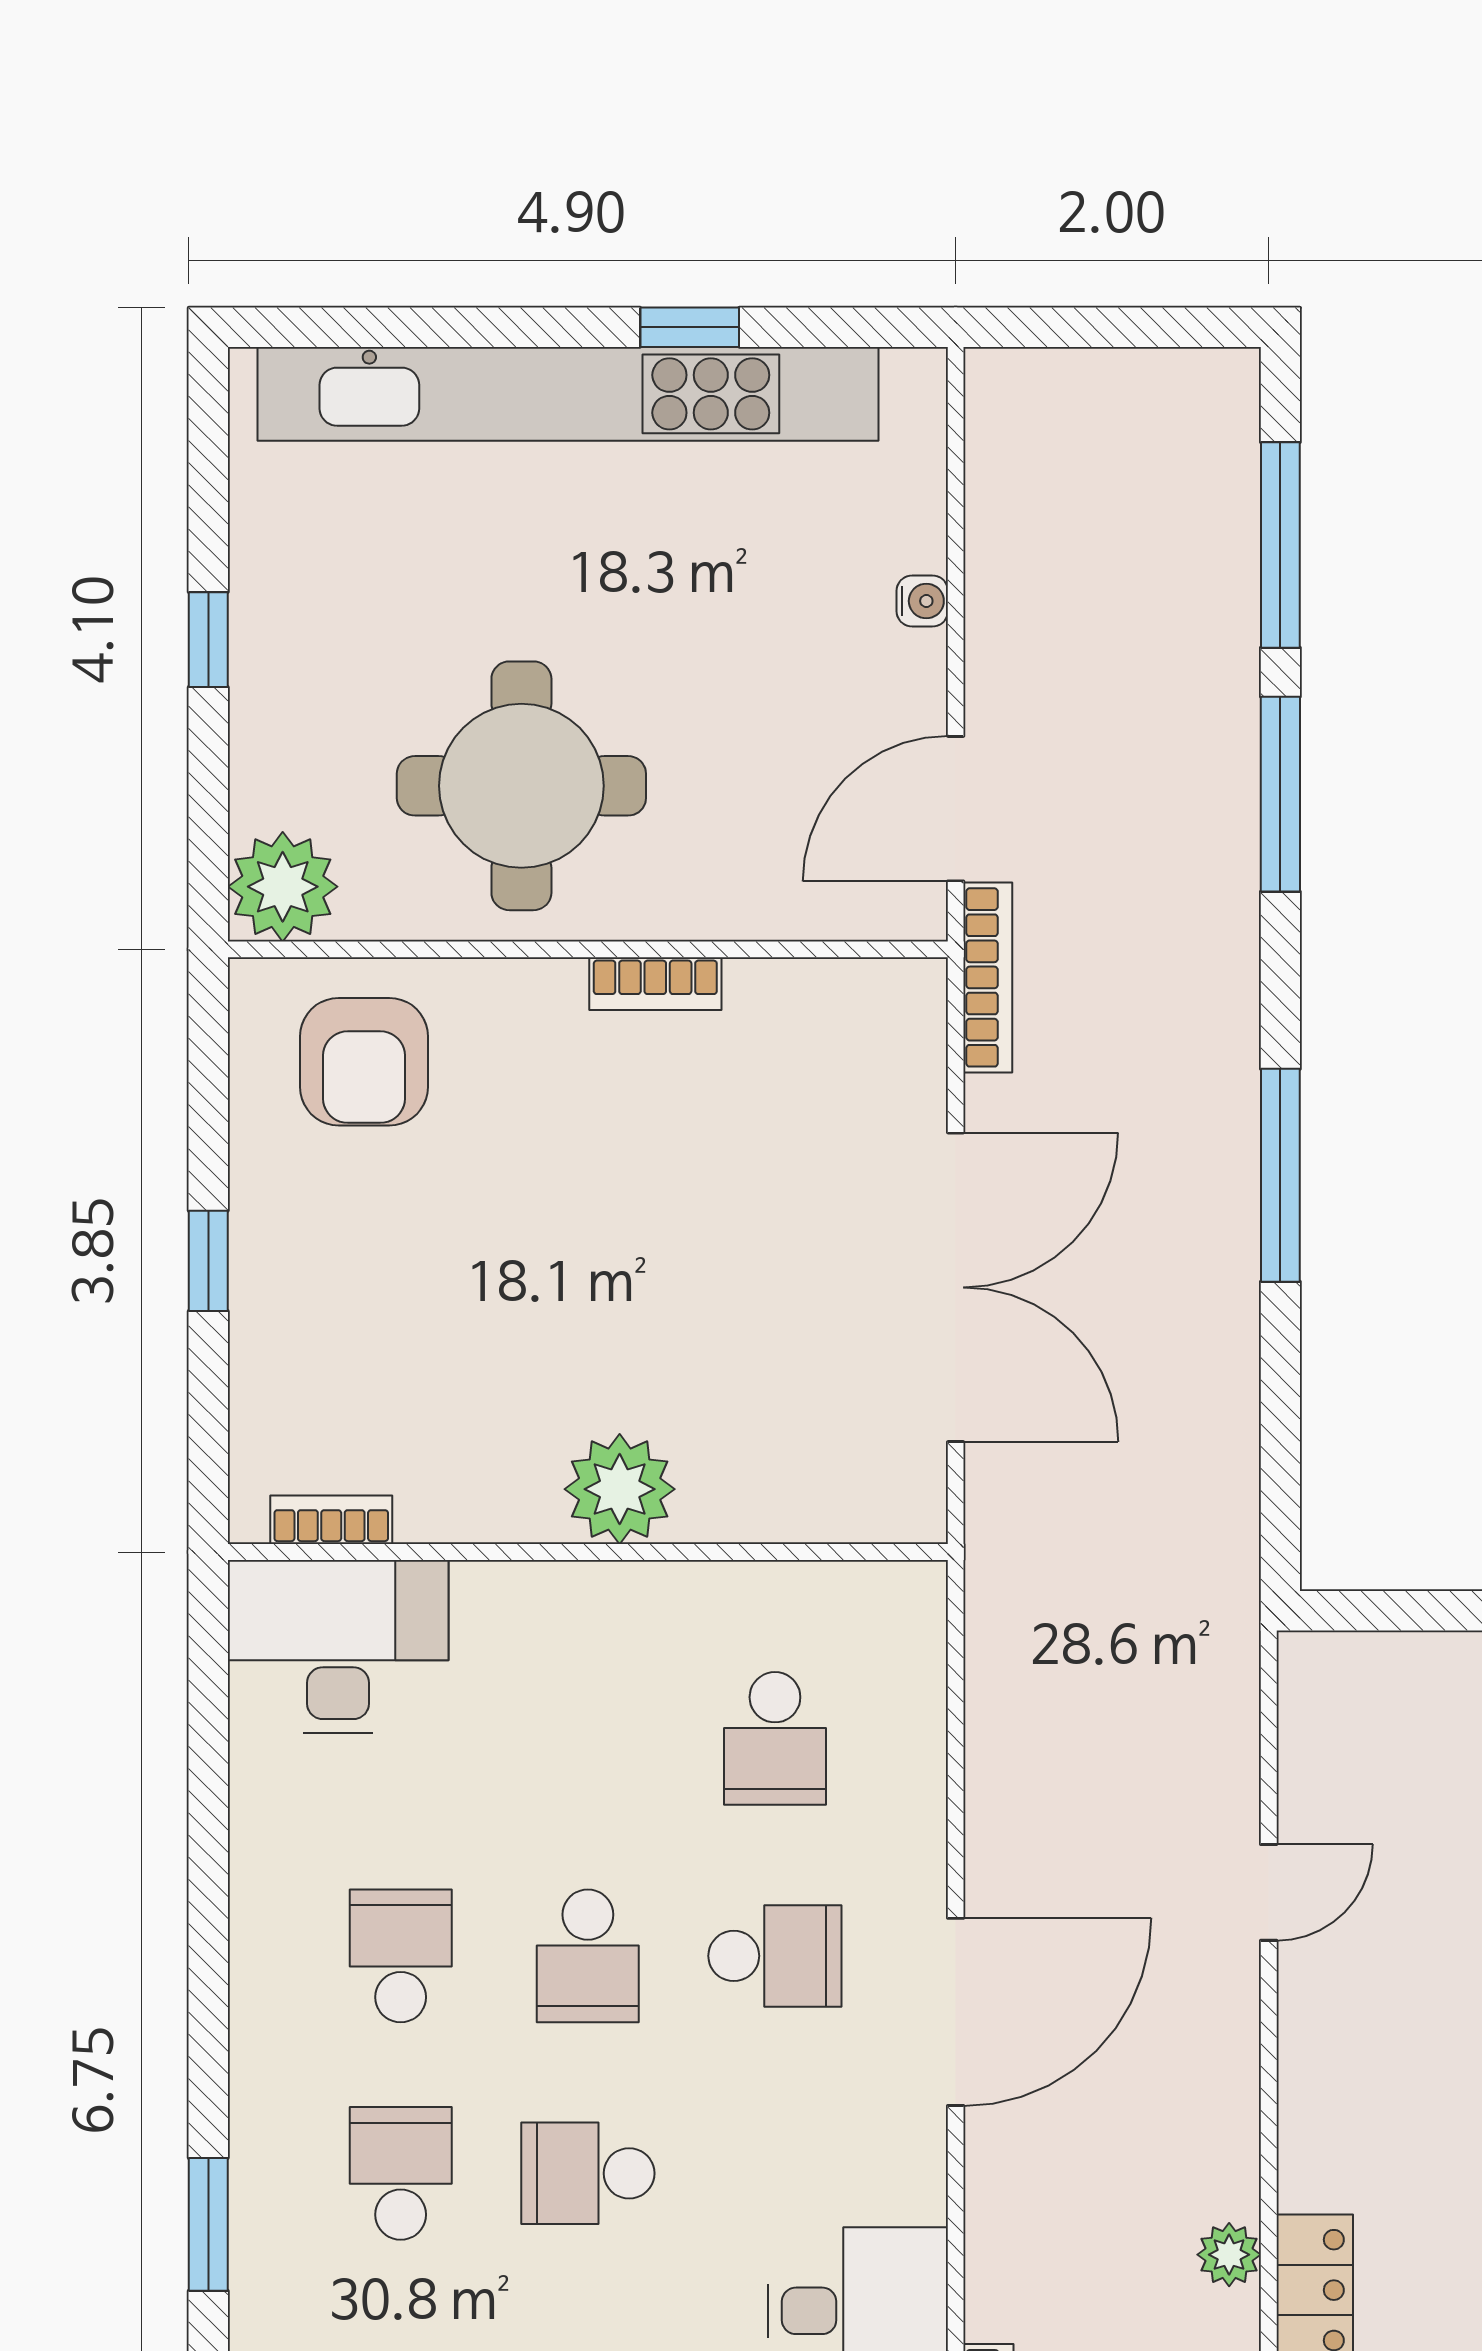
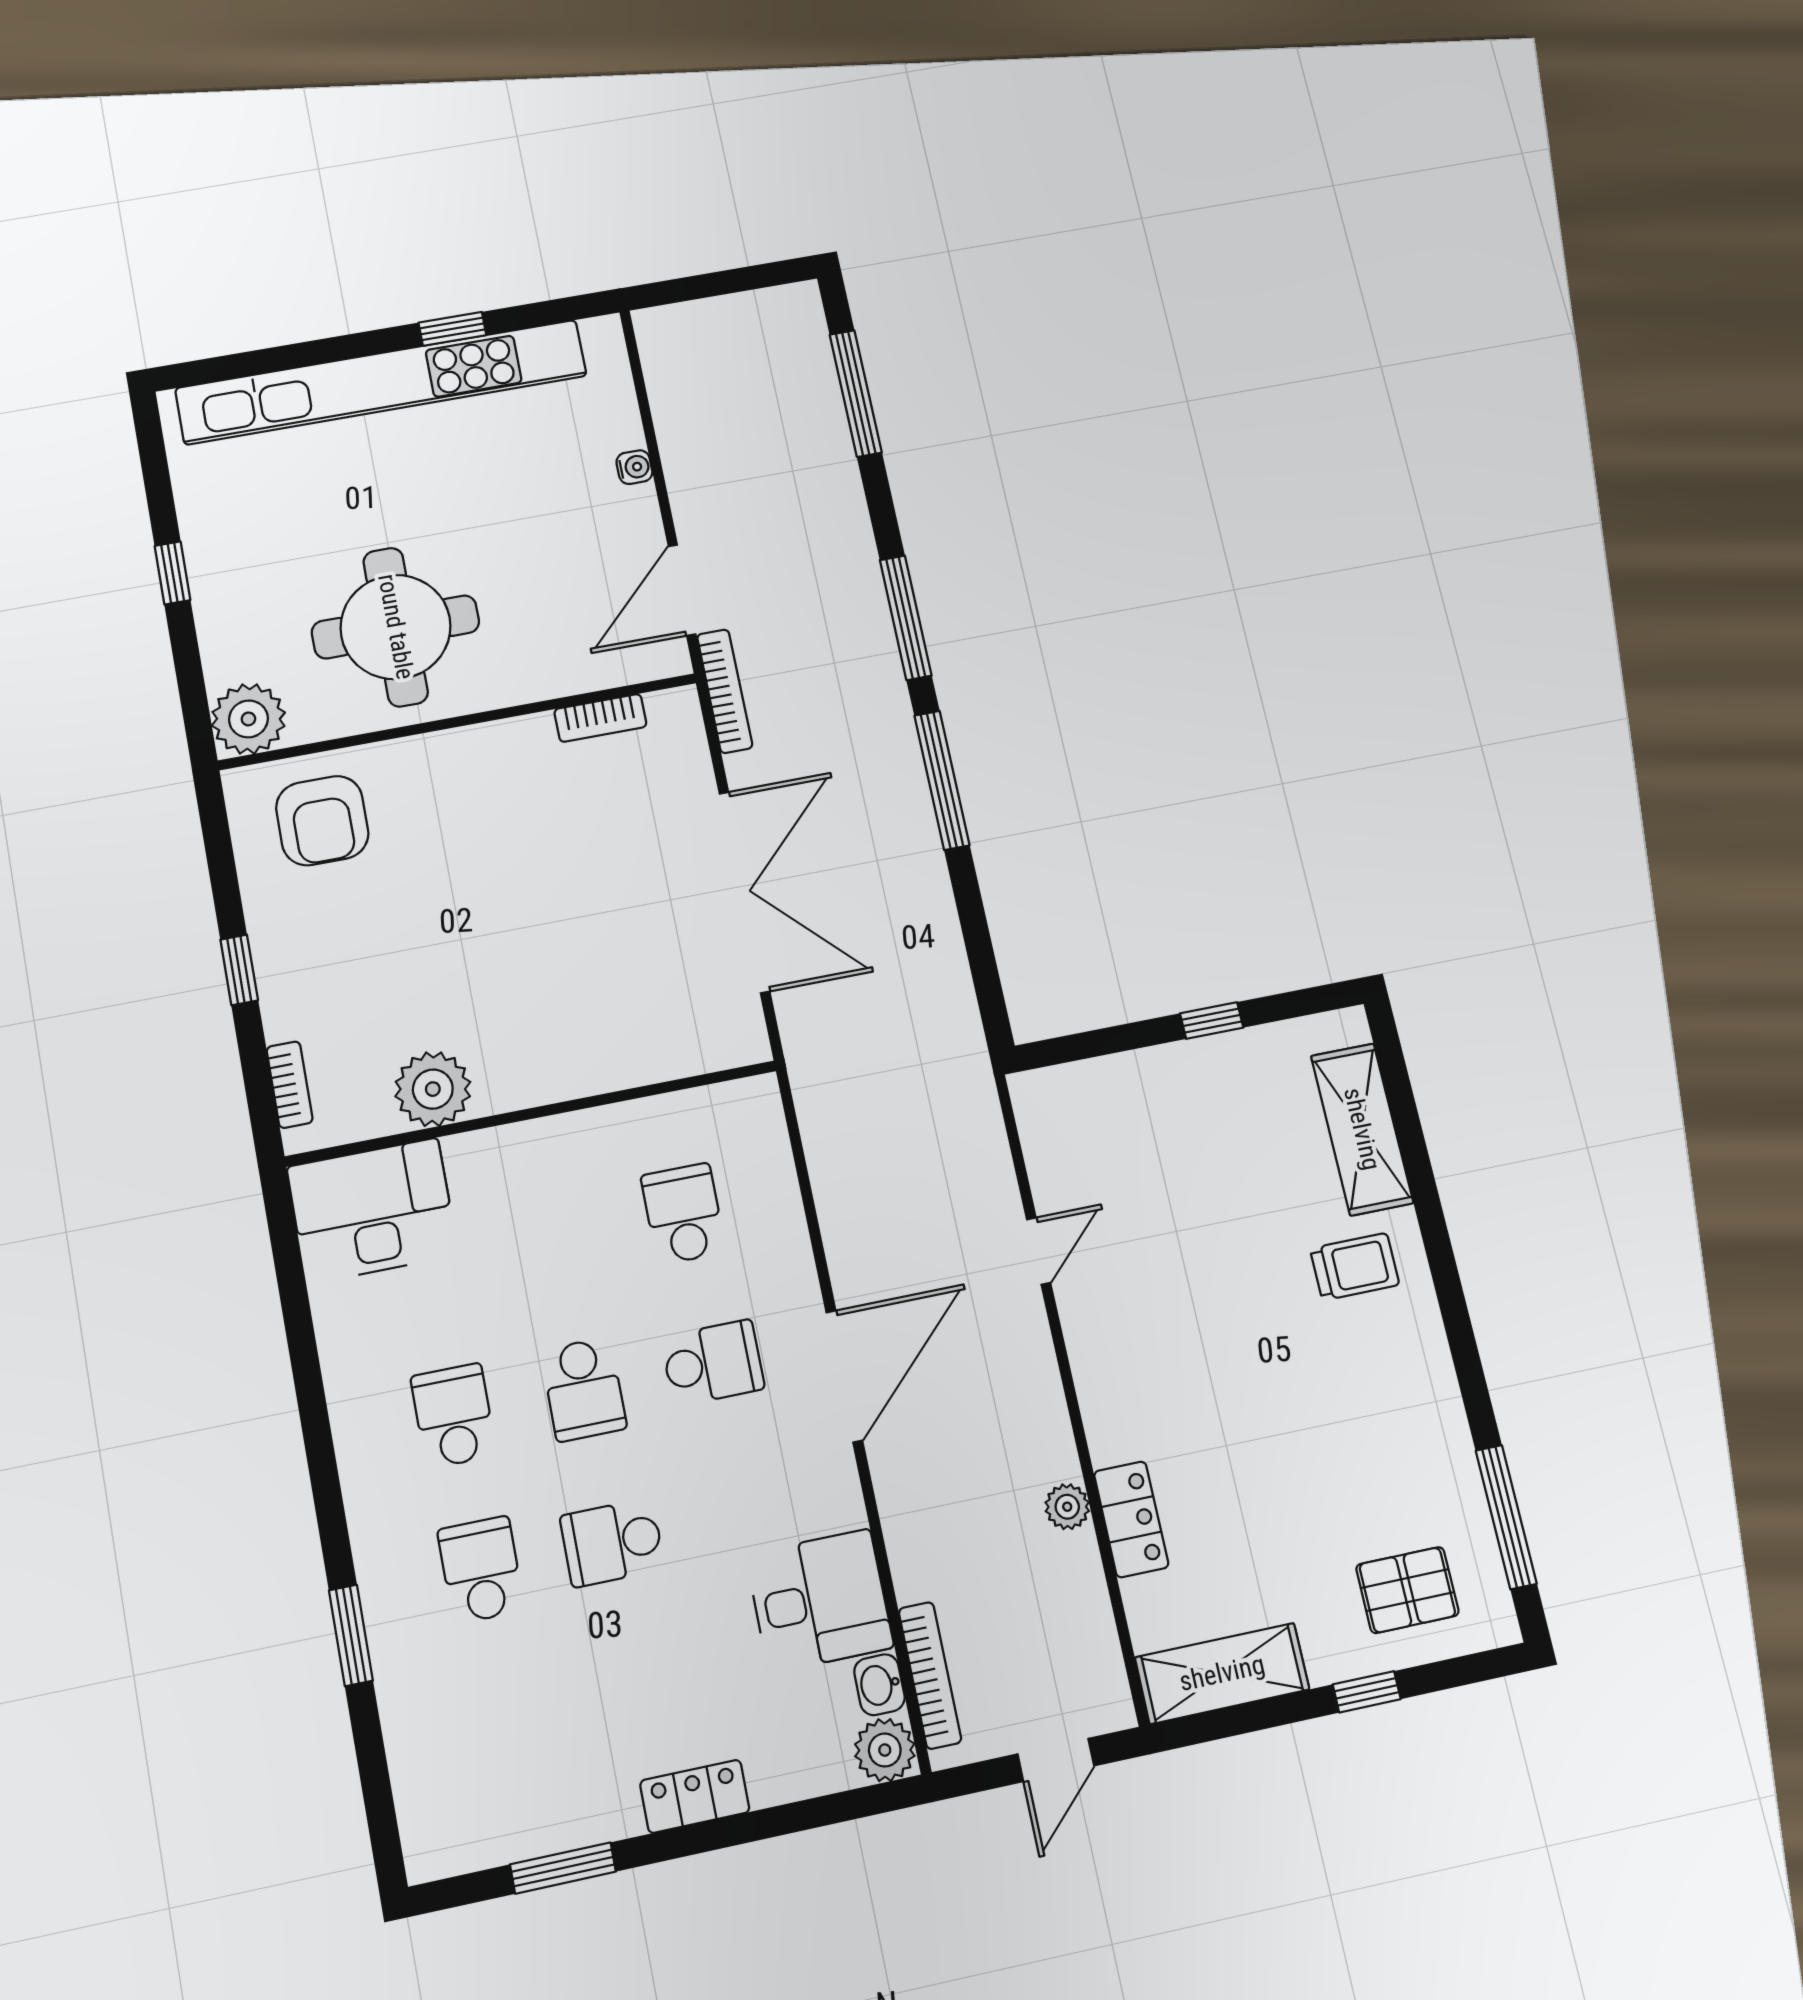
window: (1280, 794) -> (906, 618), moved
bookcase: (655, 984) -> (600, 718), moved
plant: (620, 1489) -> (433, 1089), moved
bookcase: (331, 1520) -> (290, 1085), moved, turned 90
school desk: (775, 1738) -> (683, 1214), turned 180

